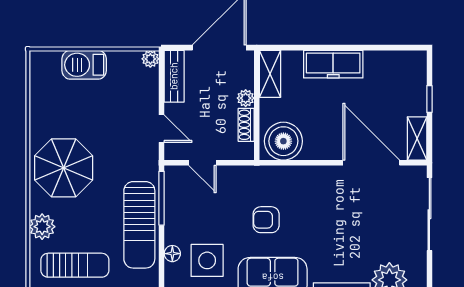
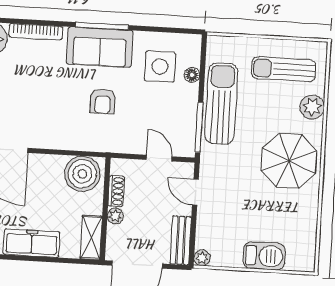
armchair: (266, 220) -> (103, 101), turned 90

